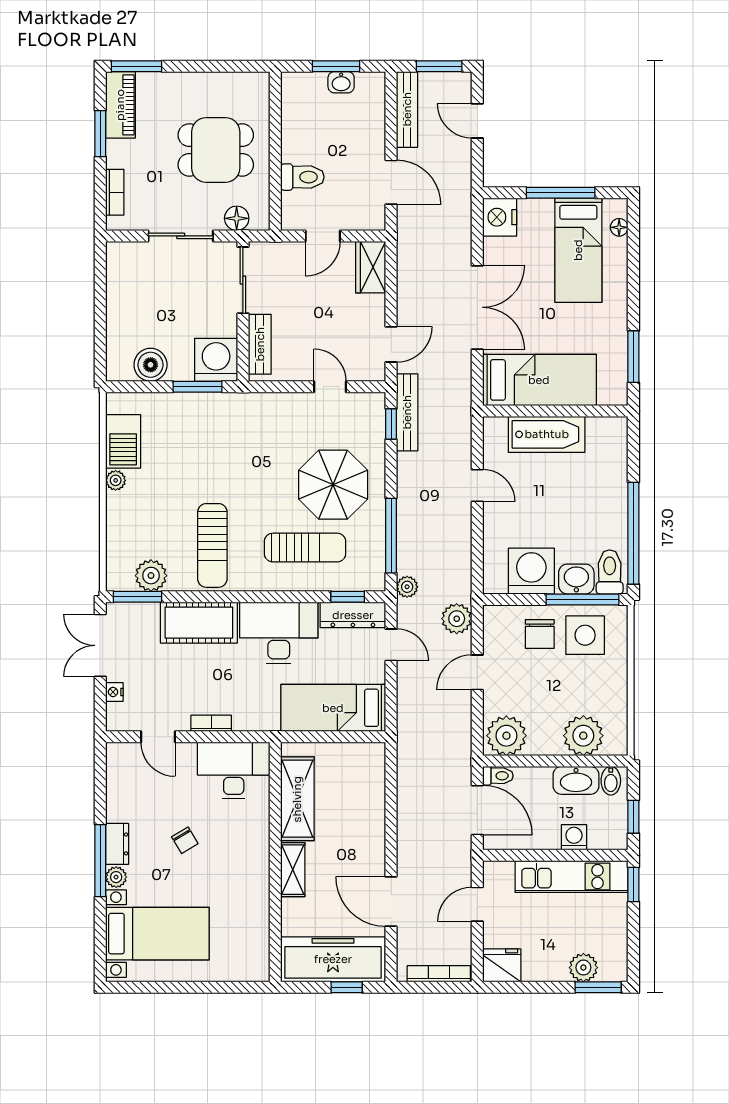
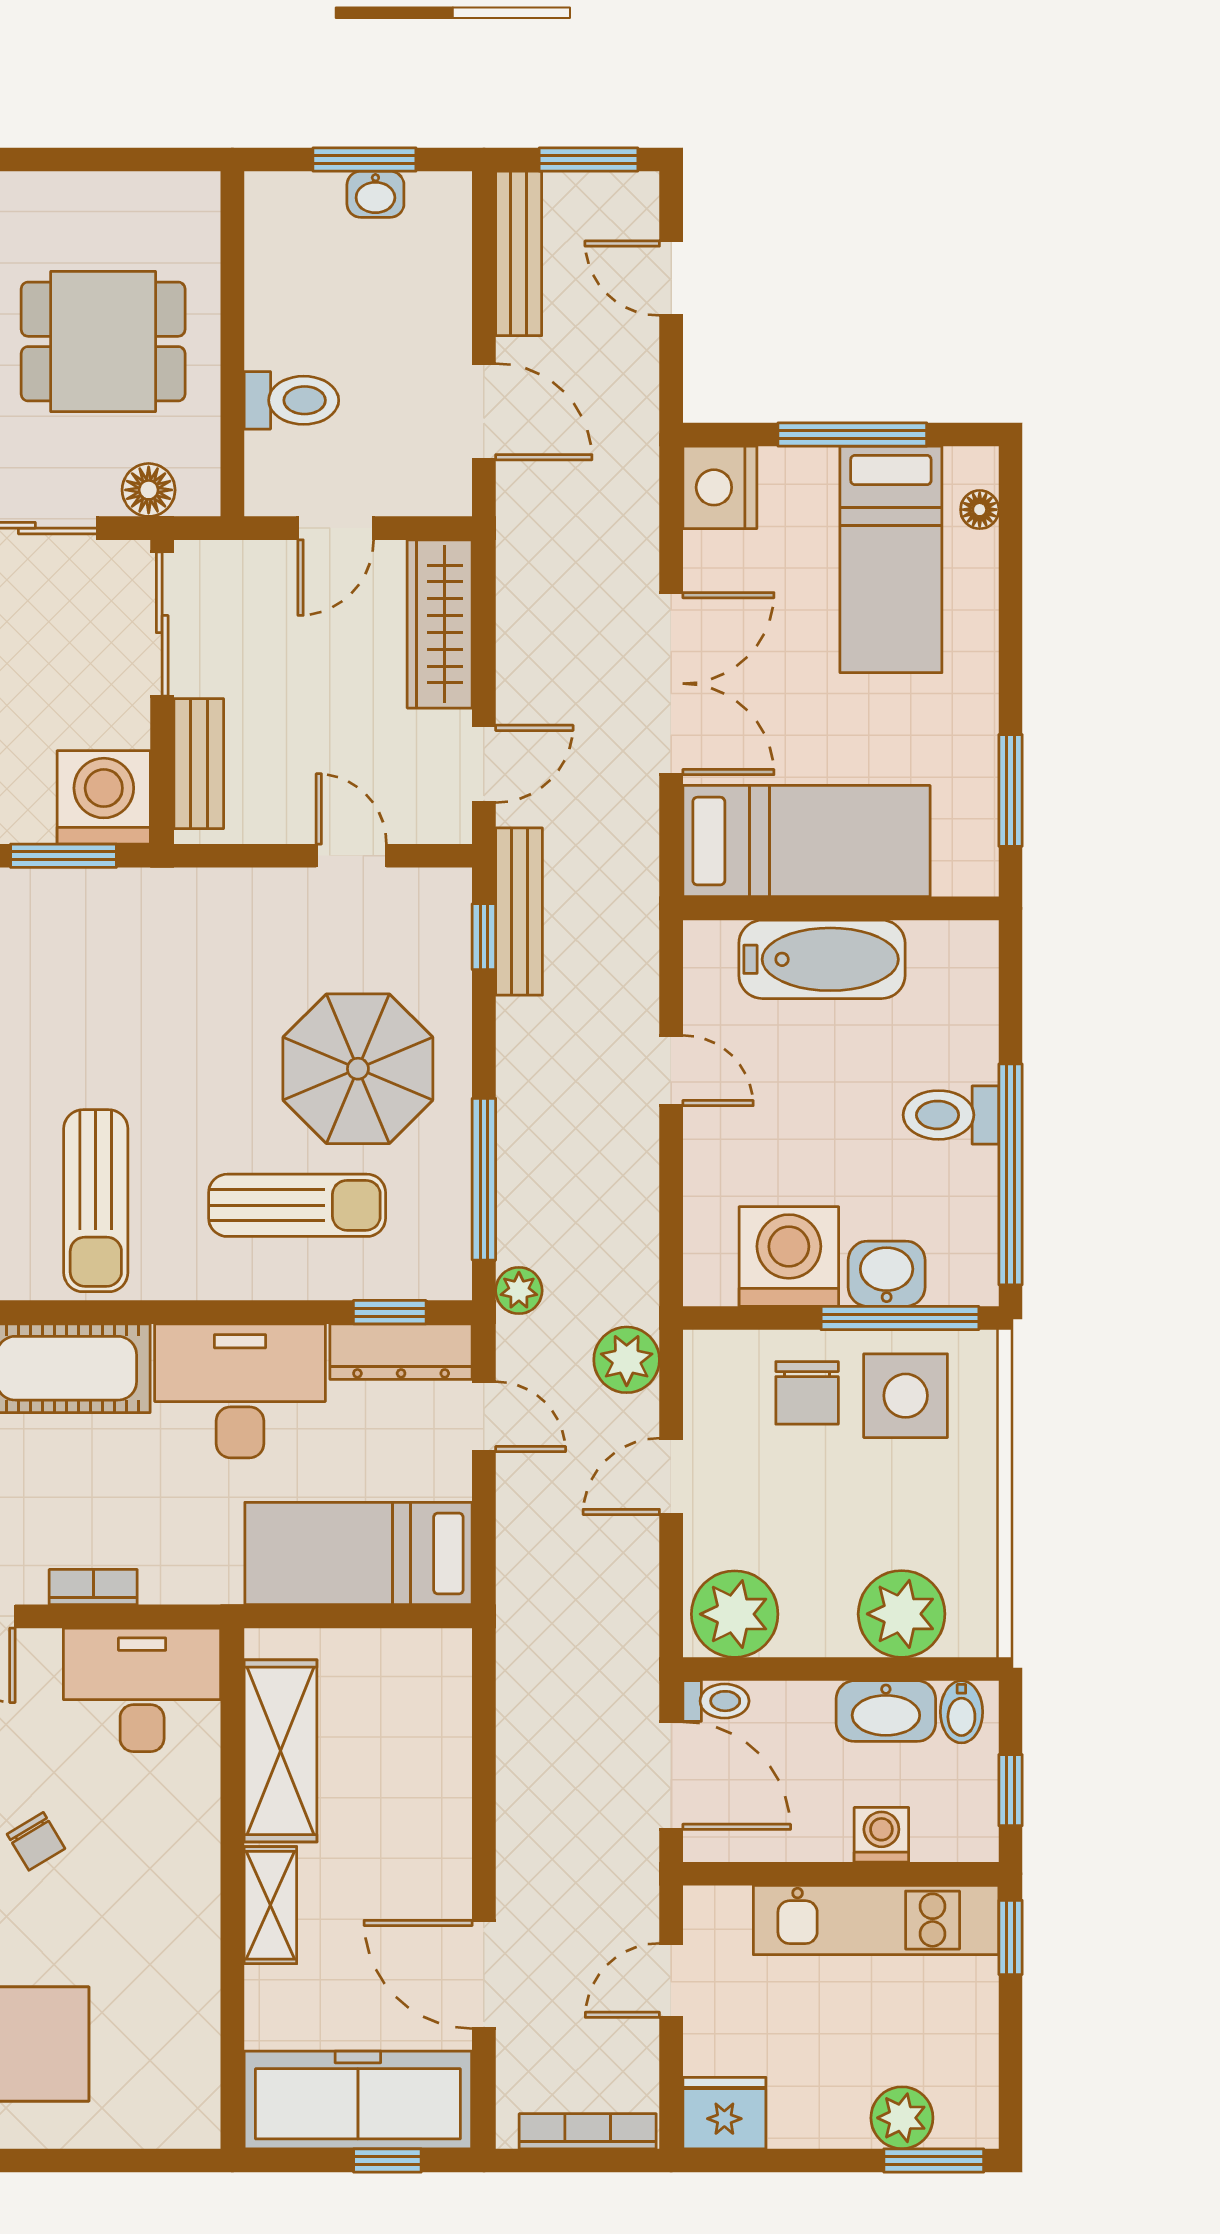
wardrobe: (371, 267) -> (440, 624), width x1.50
toilet: (610, 572) -> (951, 1115), moved, turned -90

